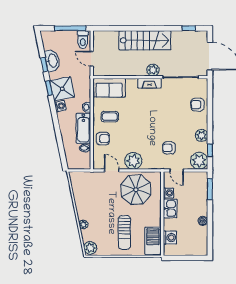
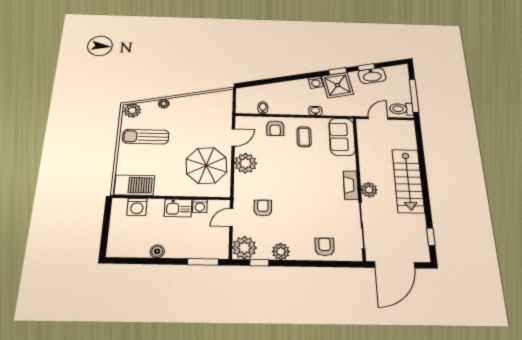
bathtub: (83, 128) -> (288, 107), removed
sun lounger: (124, 232) -> (146, 137), moved

